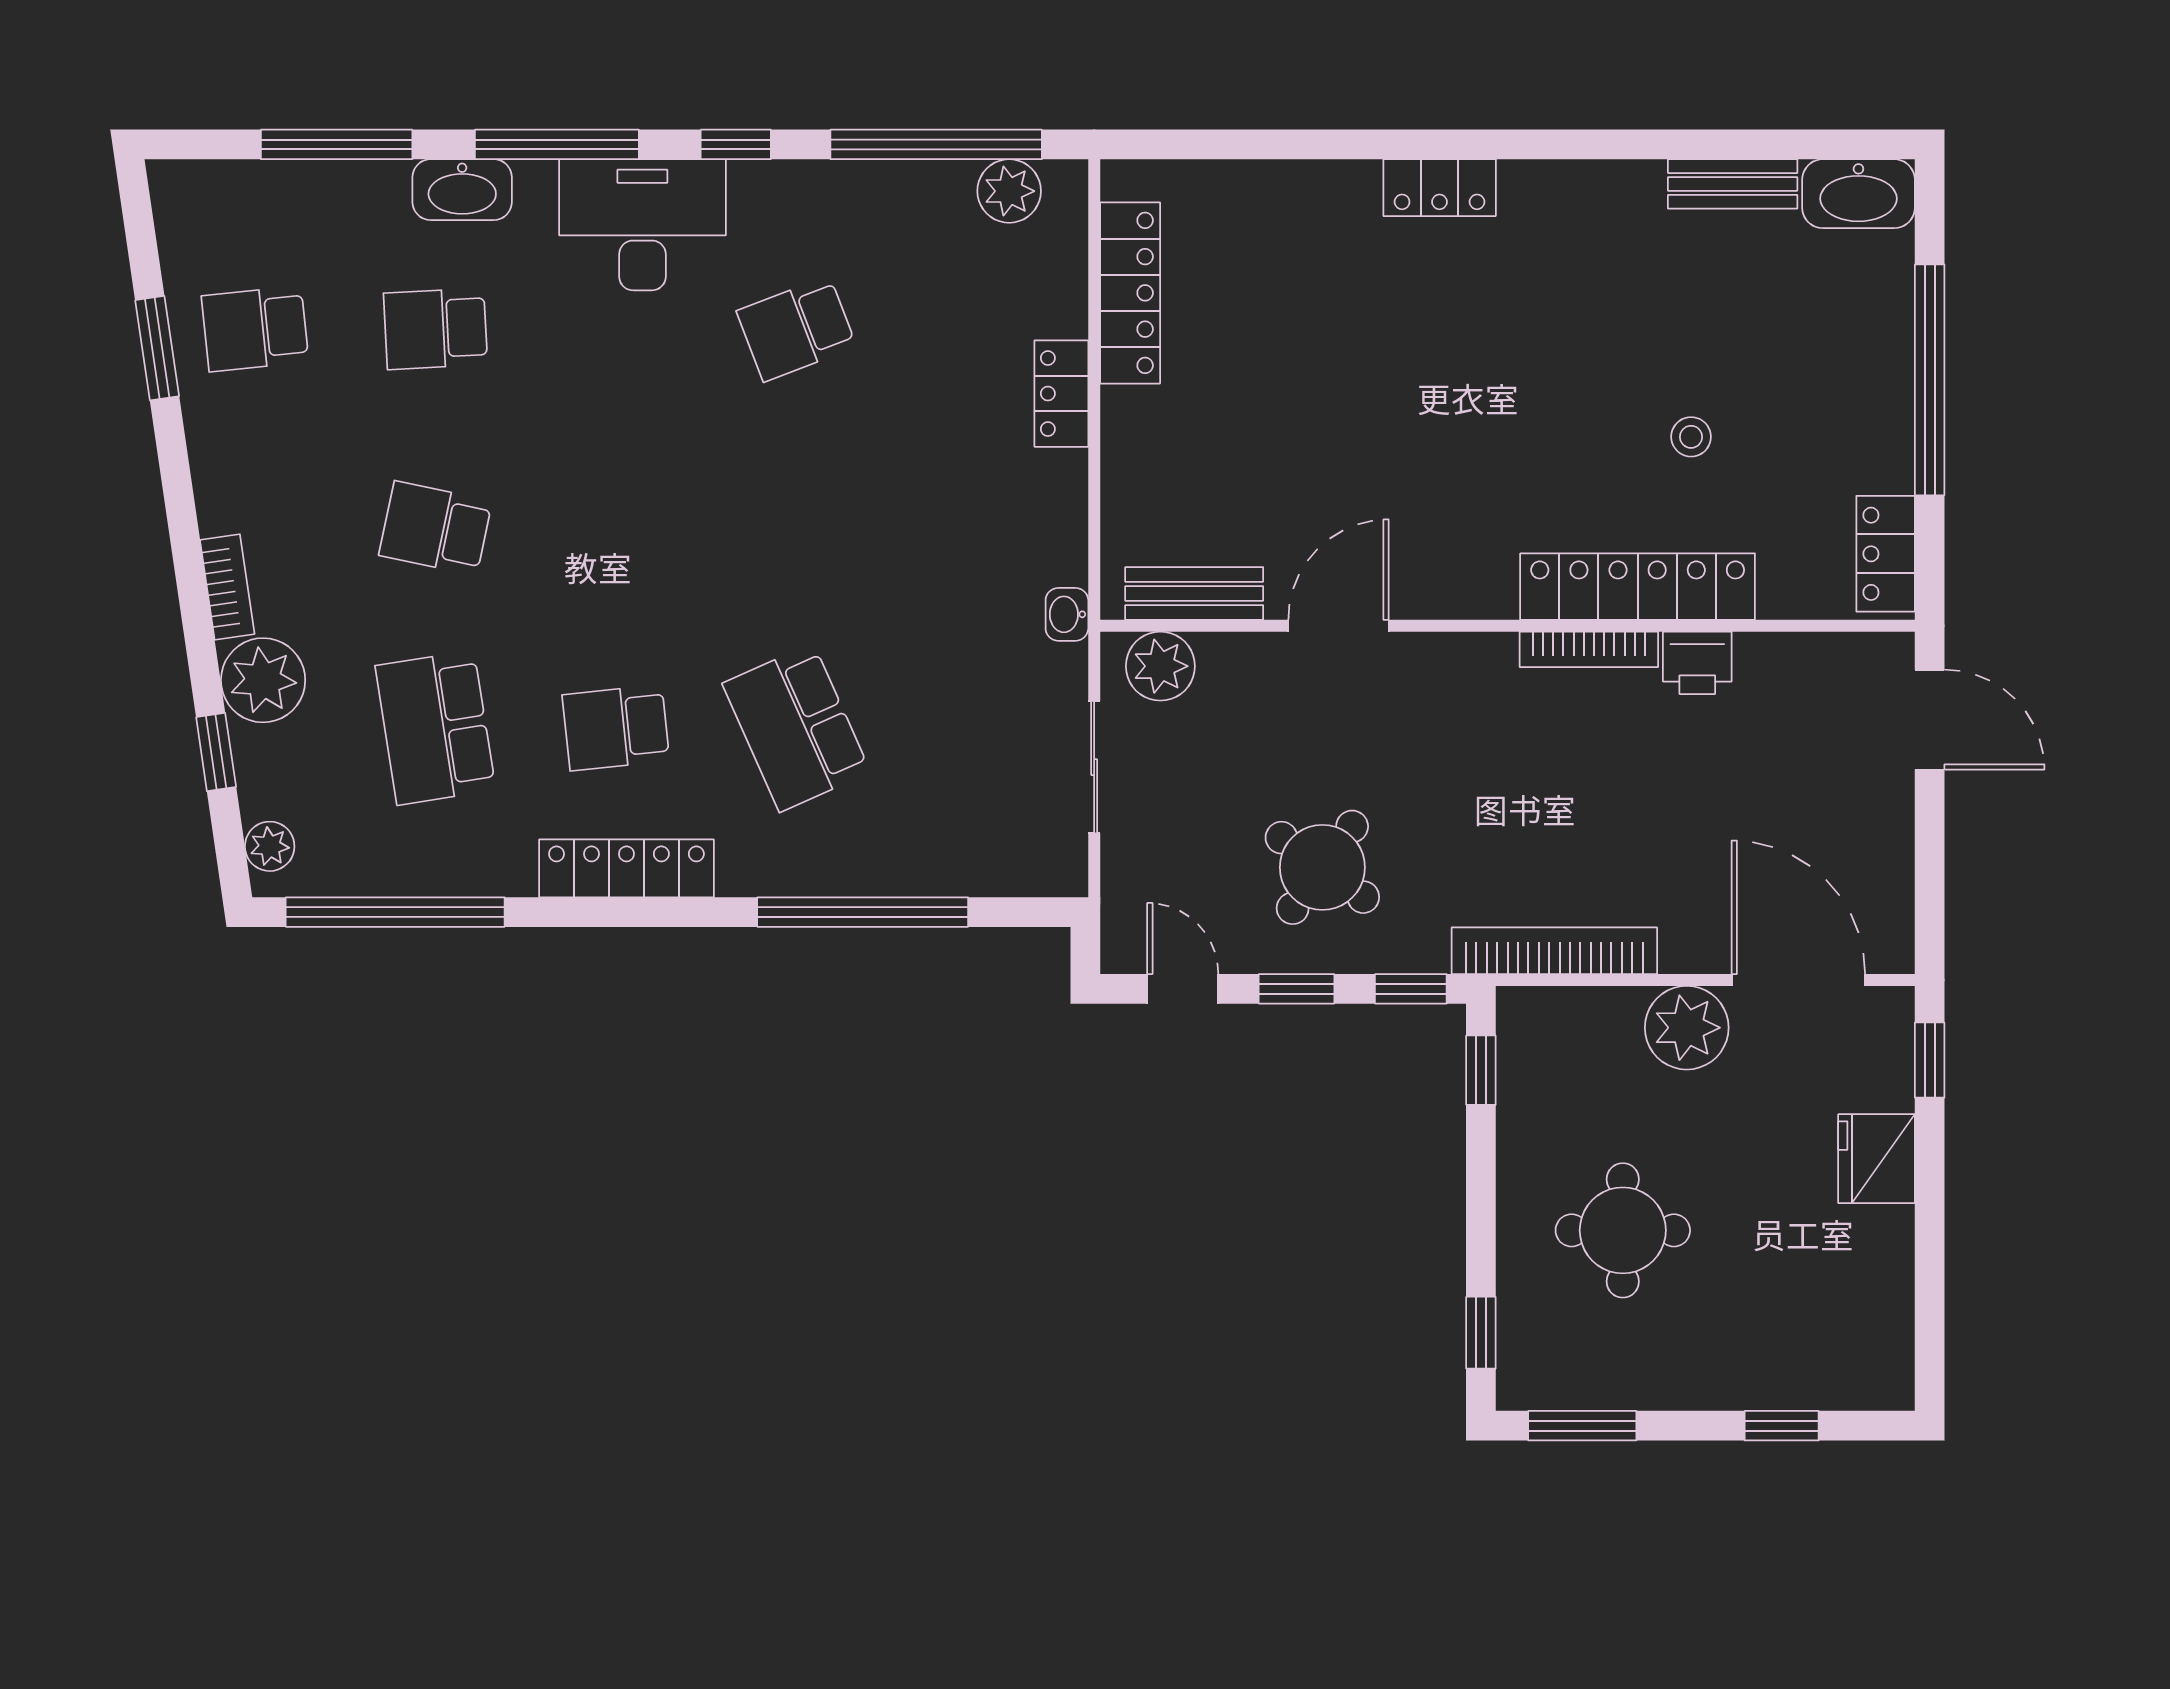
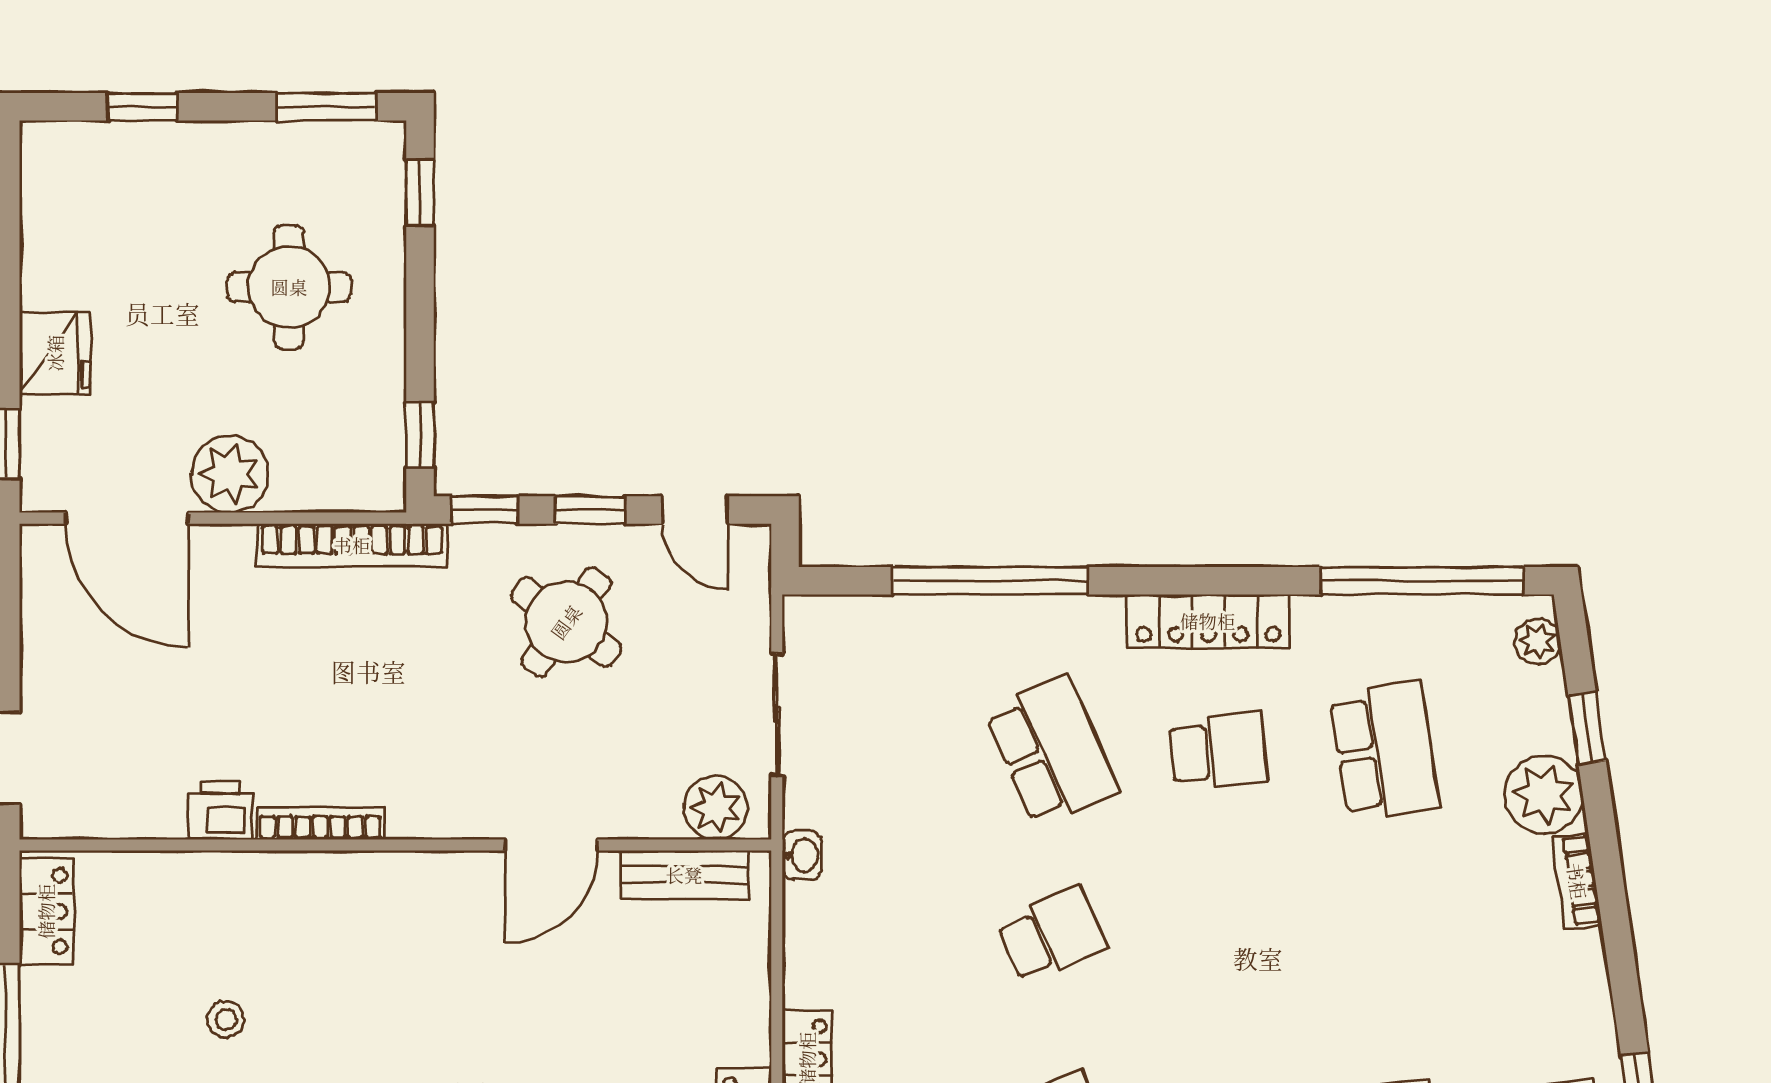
school desk: (435, 528) -> (1052, 935), moved, turned -36
locker: (1638, 587) -> (275, 881), removed

